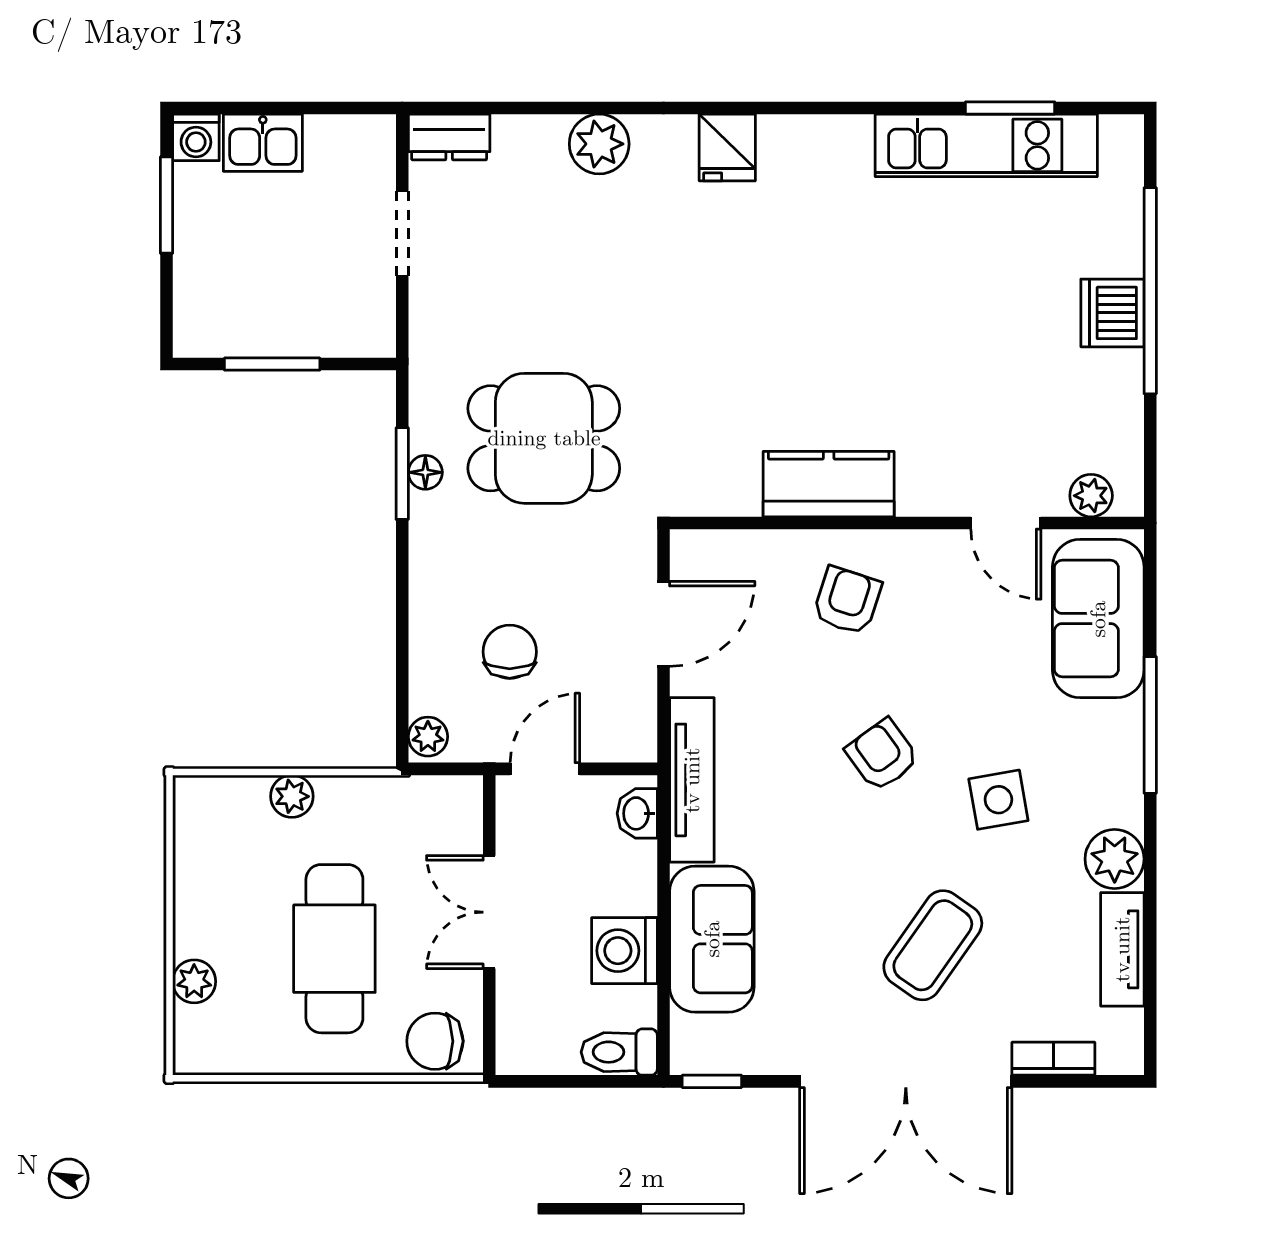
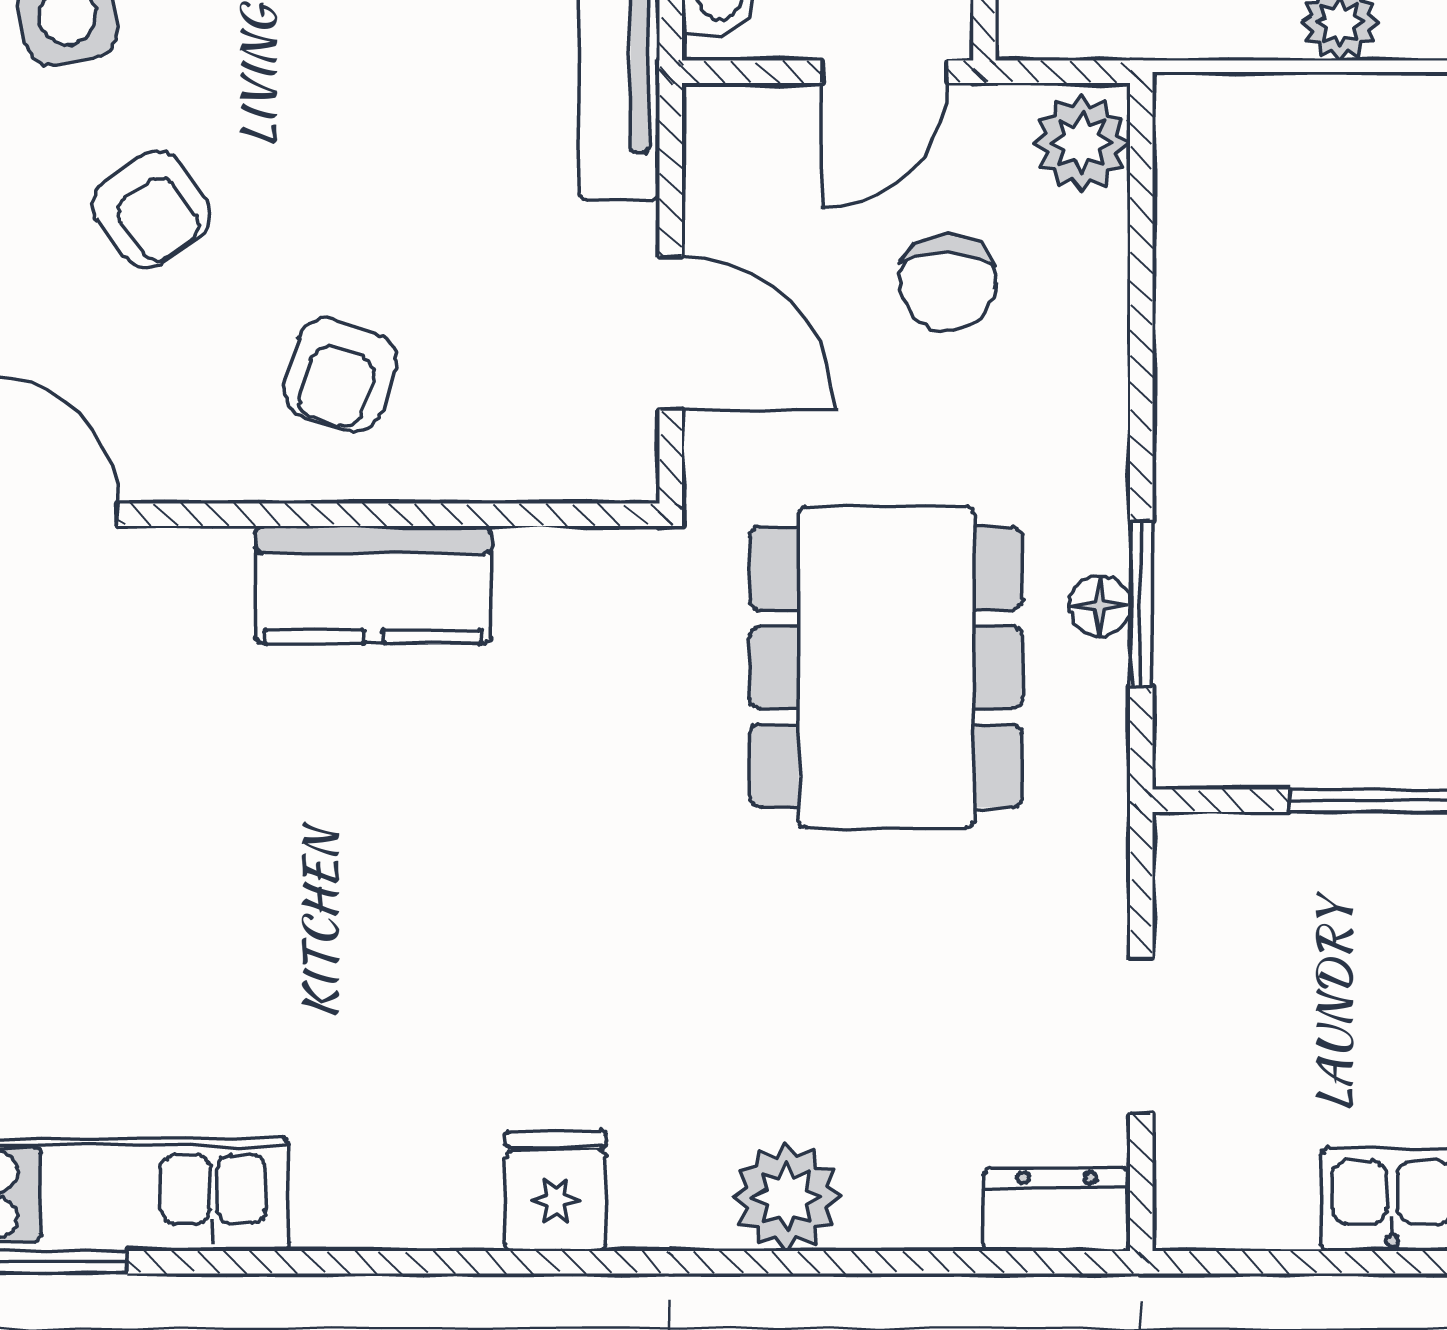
dining table: (544, 438) -> (886, 667), width x1.38
door: (663, 624) -> (671, 333), swing flipped
plant: (428, 737) -> (1082, 143), width x1.38, depth x1.38
armchair: (882, 755) -> (151, 209), moved

